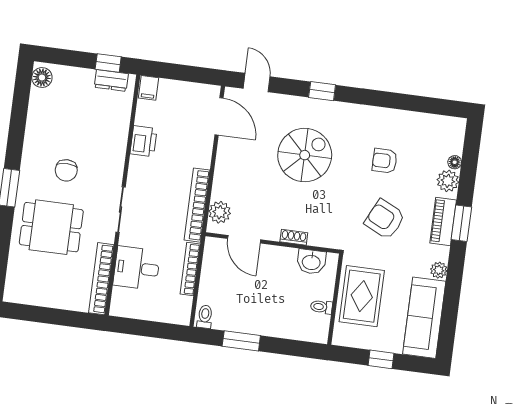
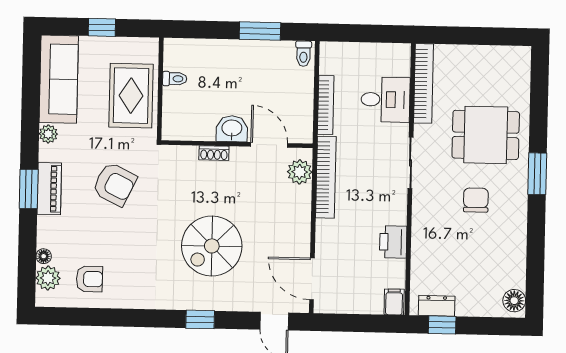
armchair: (385, 161) -> (89, 279), moved
plant: (448, 181) -> (48, 278), moved
washbasin: (311, 262) -> (232, 129), moved

